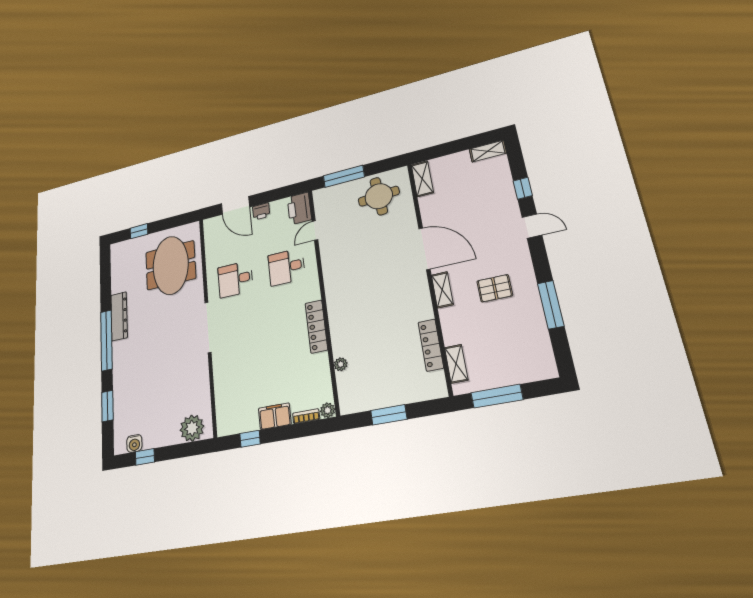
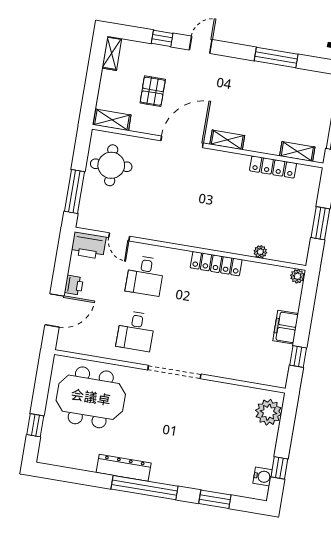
pallet: (495, 288) -> (153, 91), moved
bookcase: (306, 416) -> (296, 298), removed

